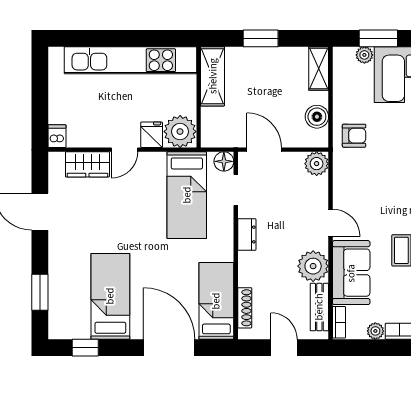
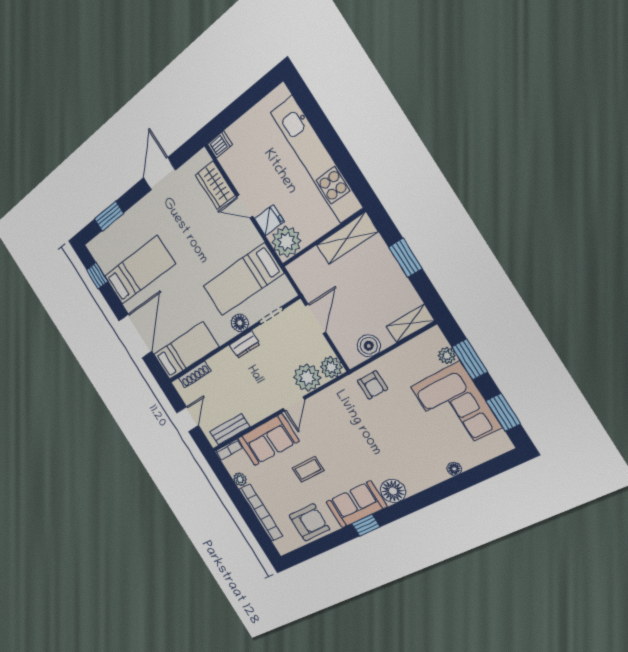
floor lamp: (224, 161) -> (240, 323), moved
plant: (313, 266) -> (307, 377), moved

